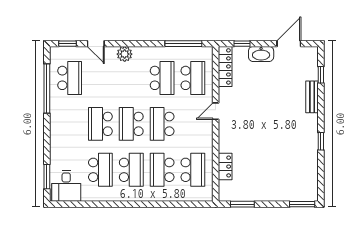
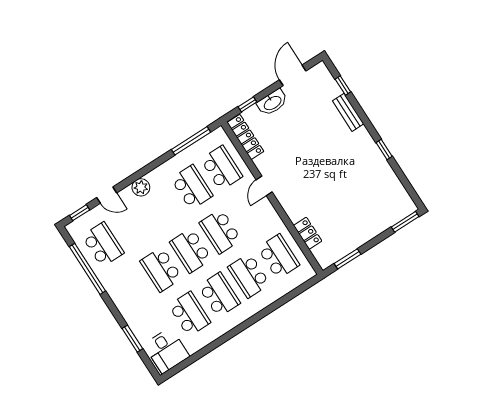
window: (47, 177) -> (132, 339), moved

